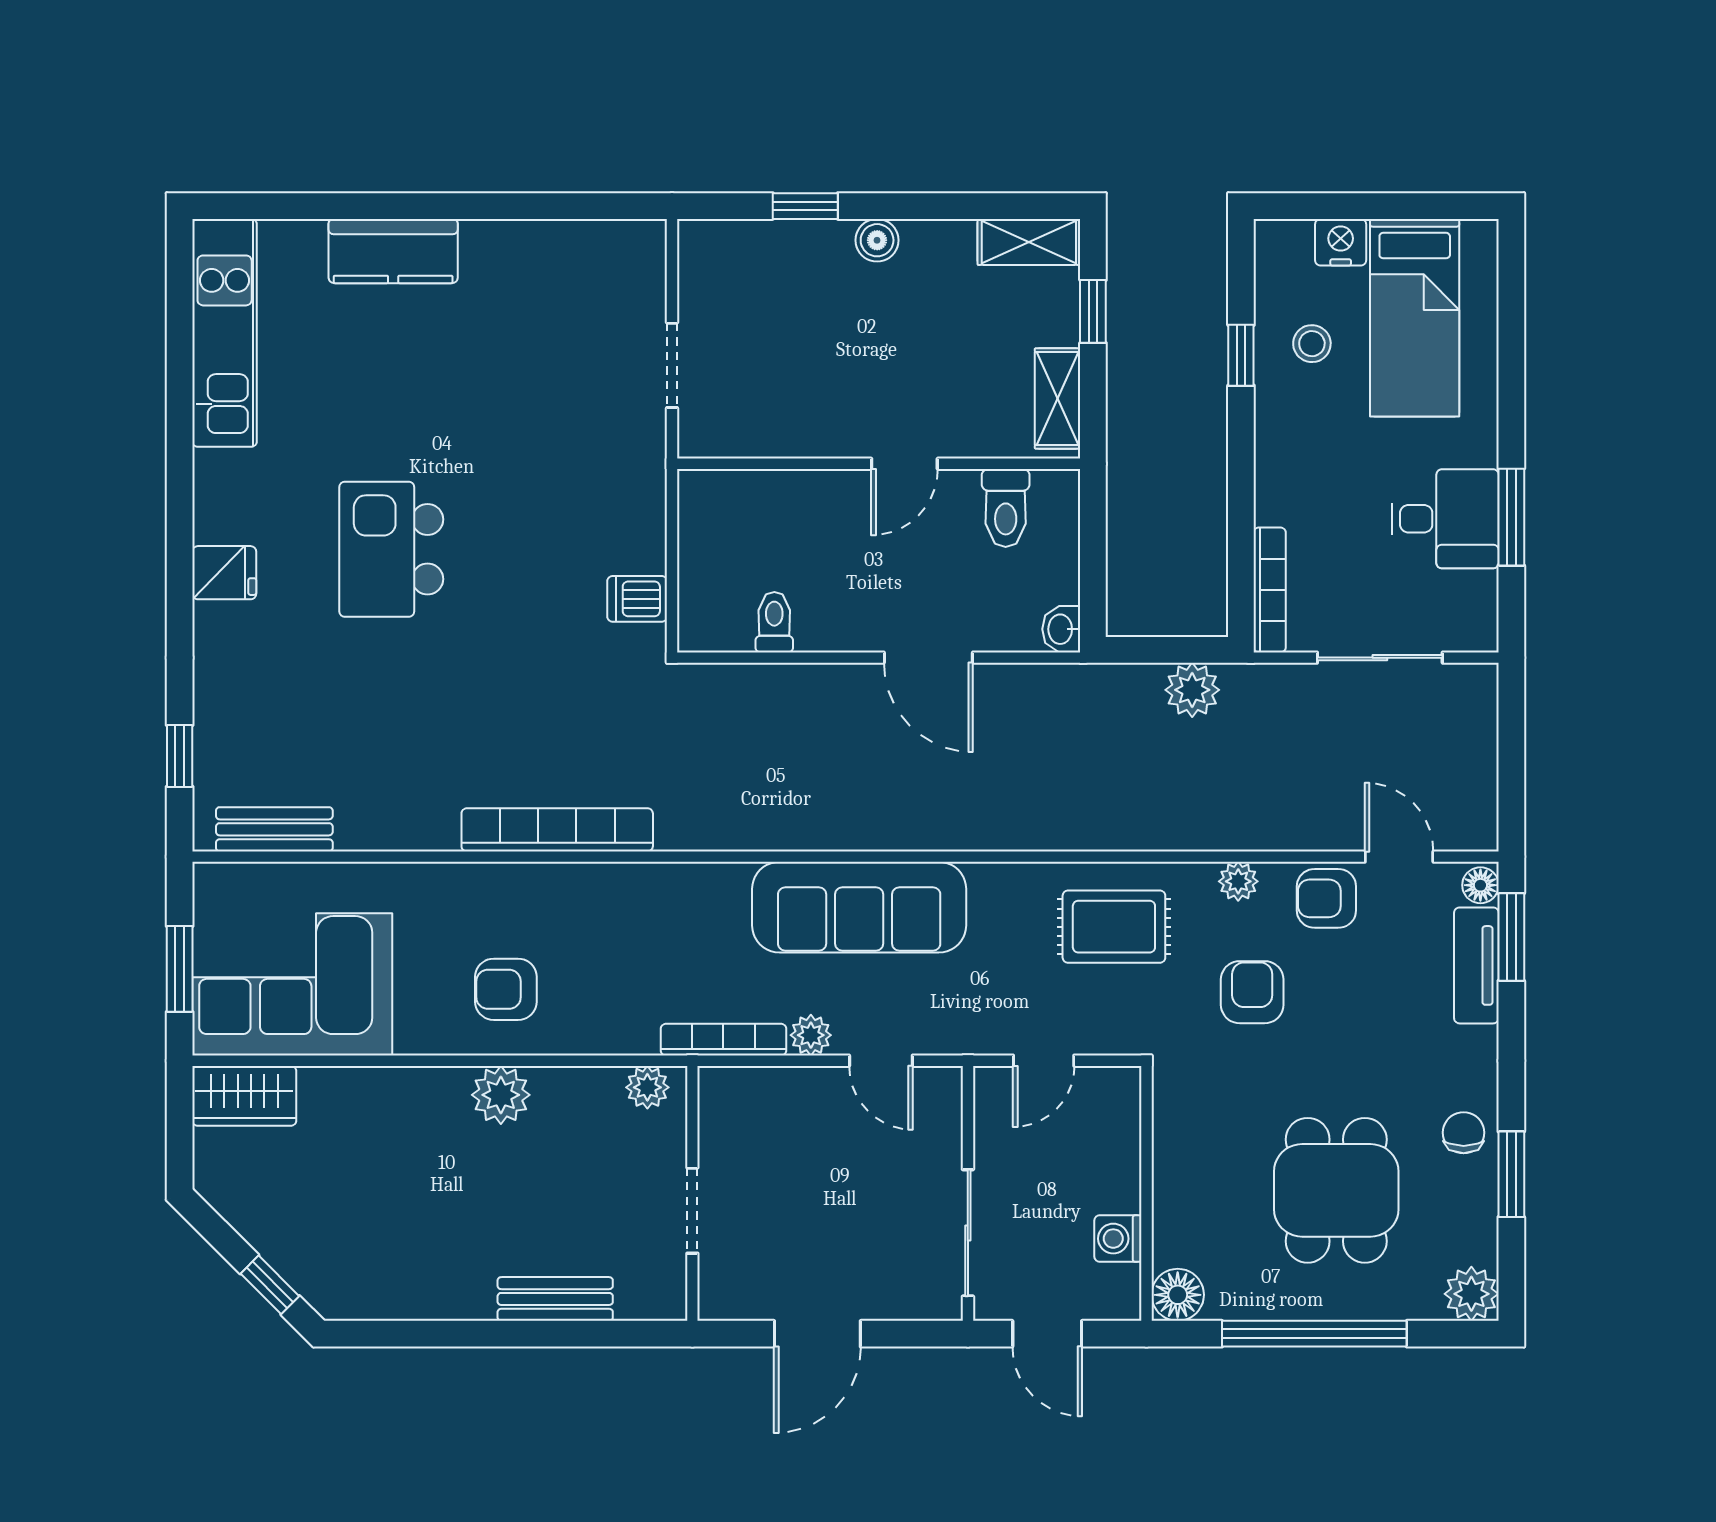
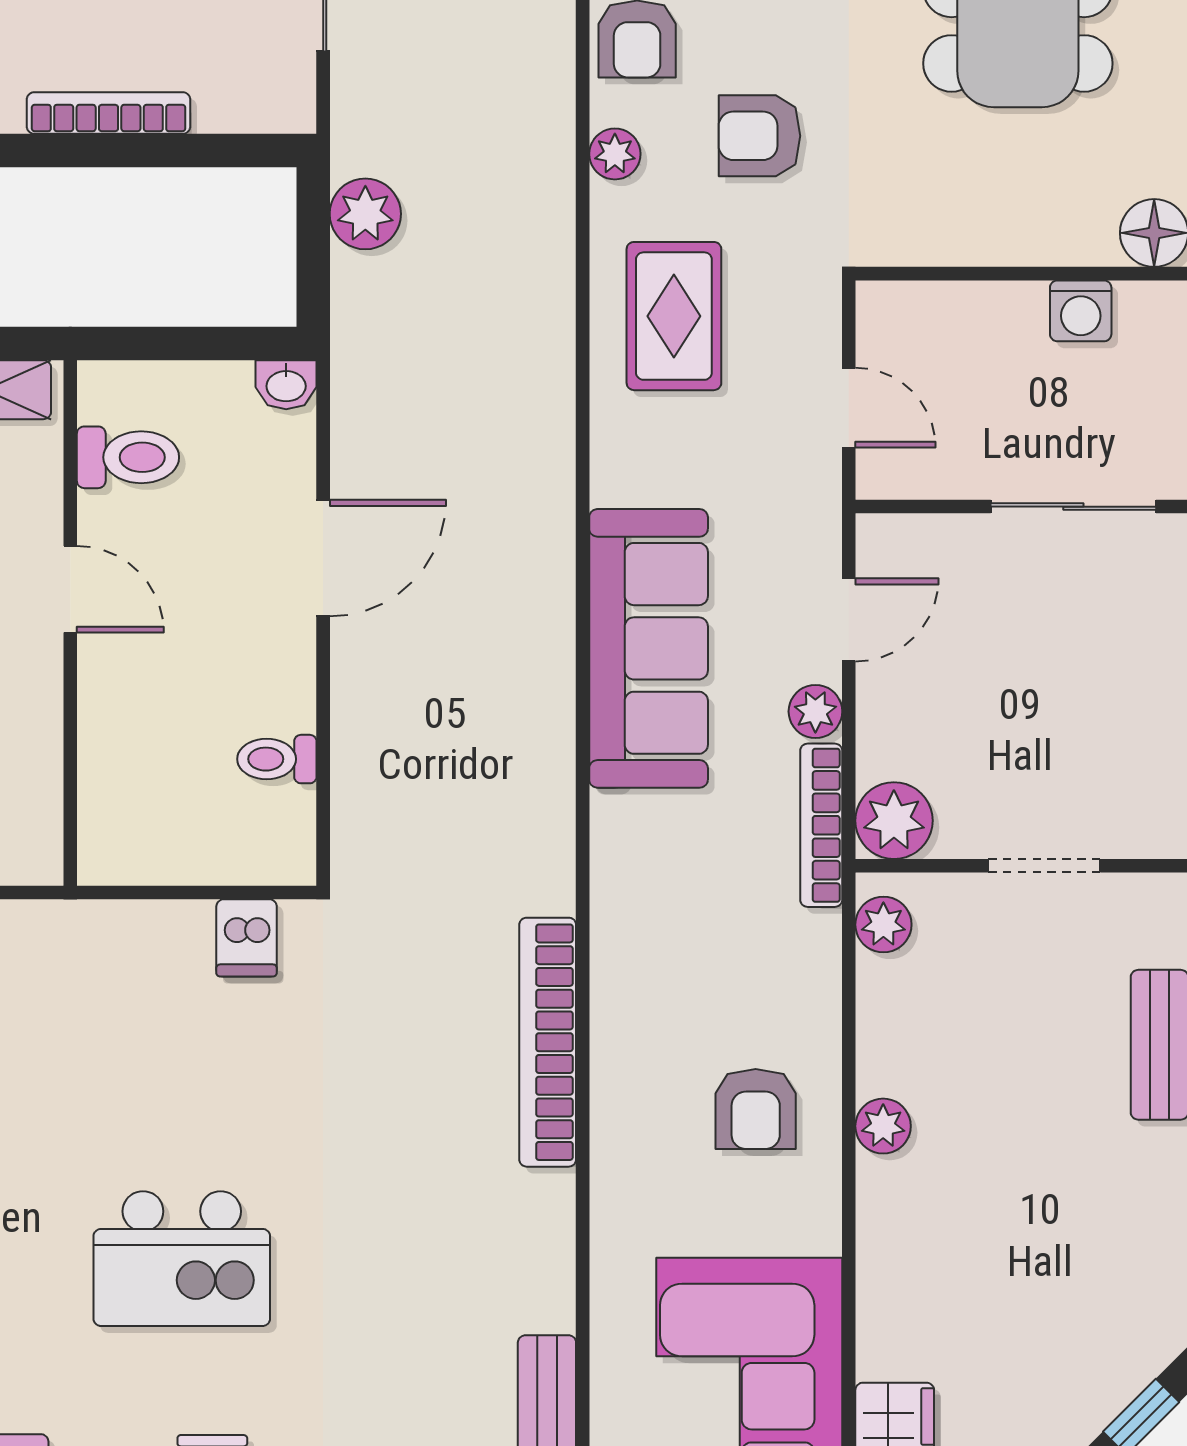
bookcase: (1270, 590) -> (109, 113), moved
plant: (501, 1095) -> (883, 1126), width x0.73, depth x0.73
plant: (727, 1095) -> (894, 821), added

